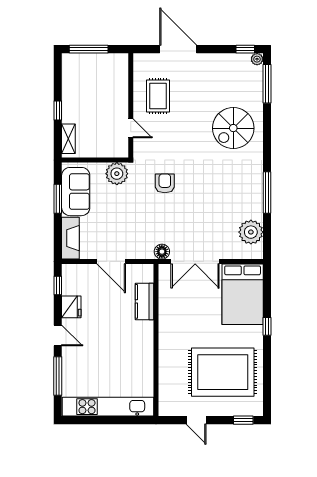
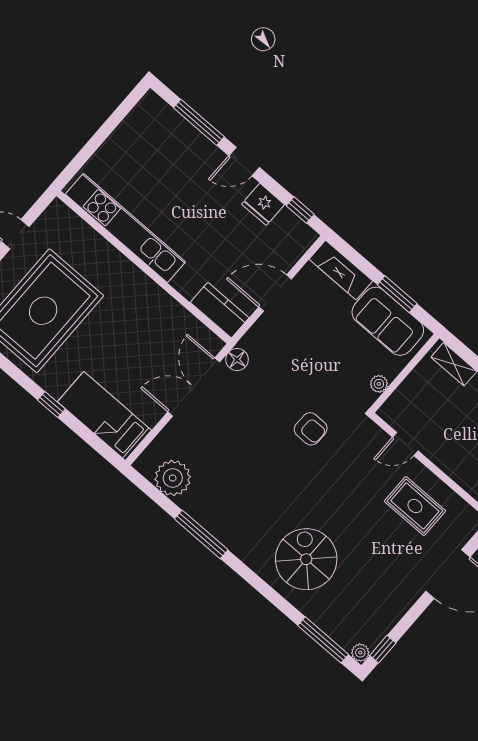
plant: (117, 174) -> (379, 384), width x0.53, depth x0.53
bed: (243, 294) -> (104, 416), width x0.67
kitchen counter: (144, 301) -> (220, 310), moved
kitchen unit: (108, 407) -> (125, 228), moved, turned -90

